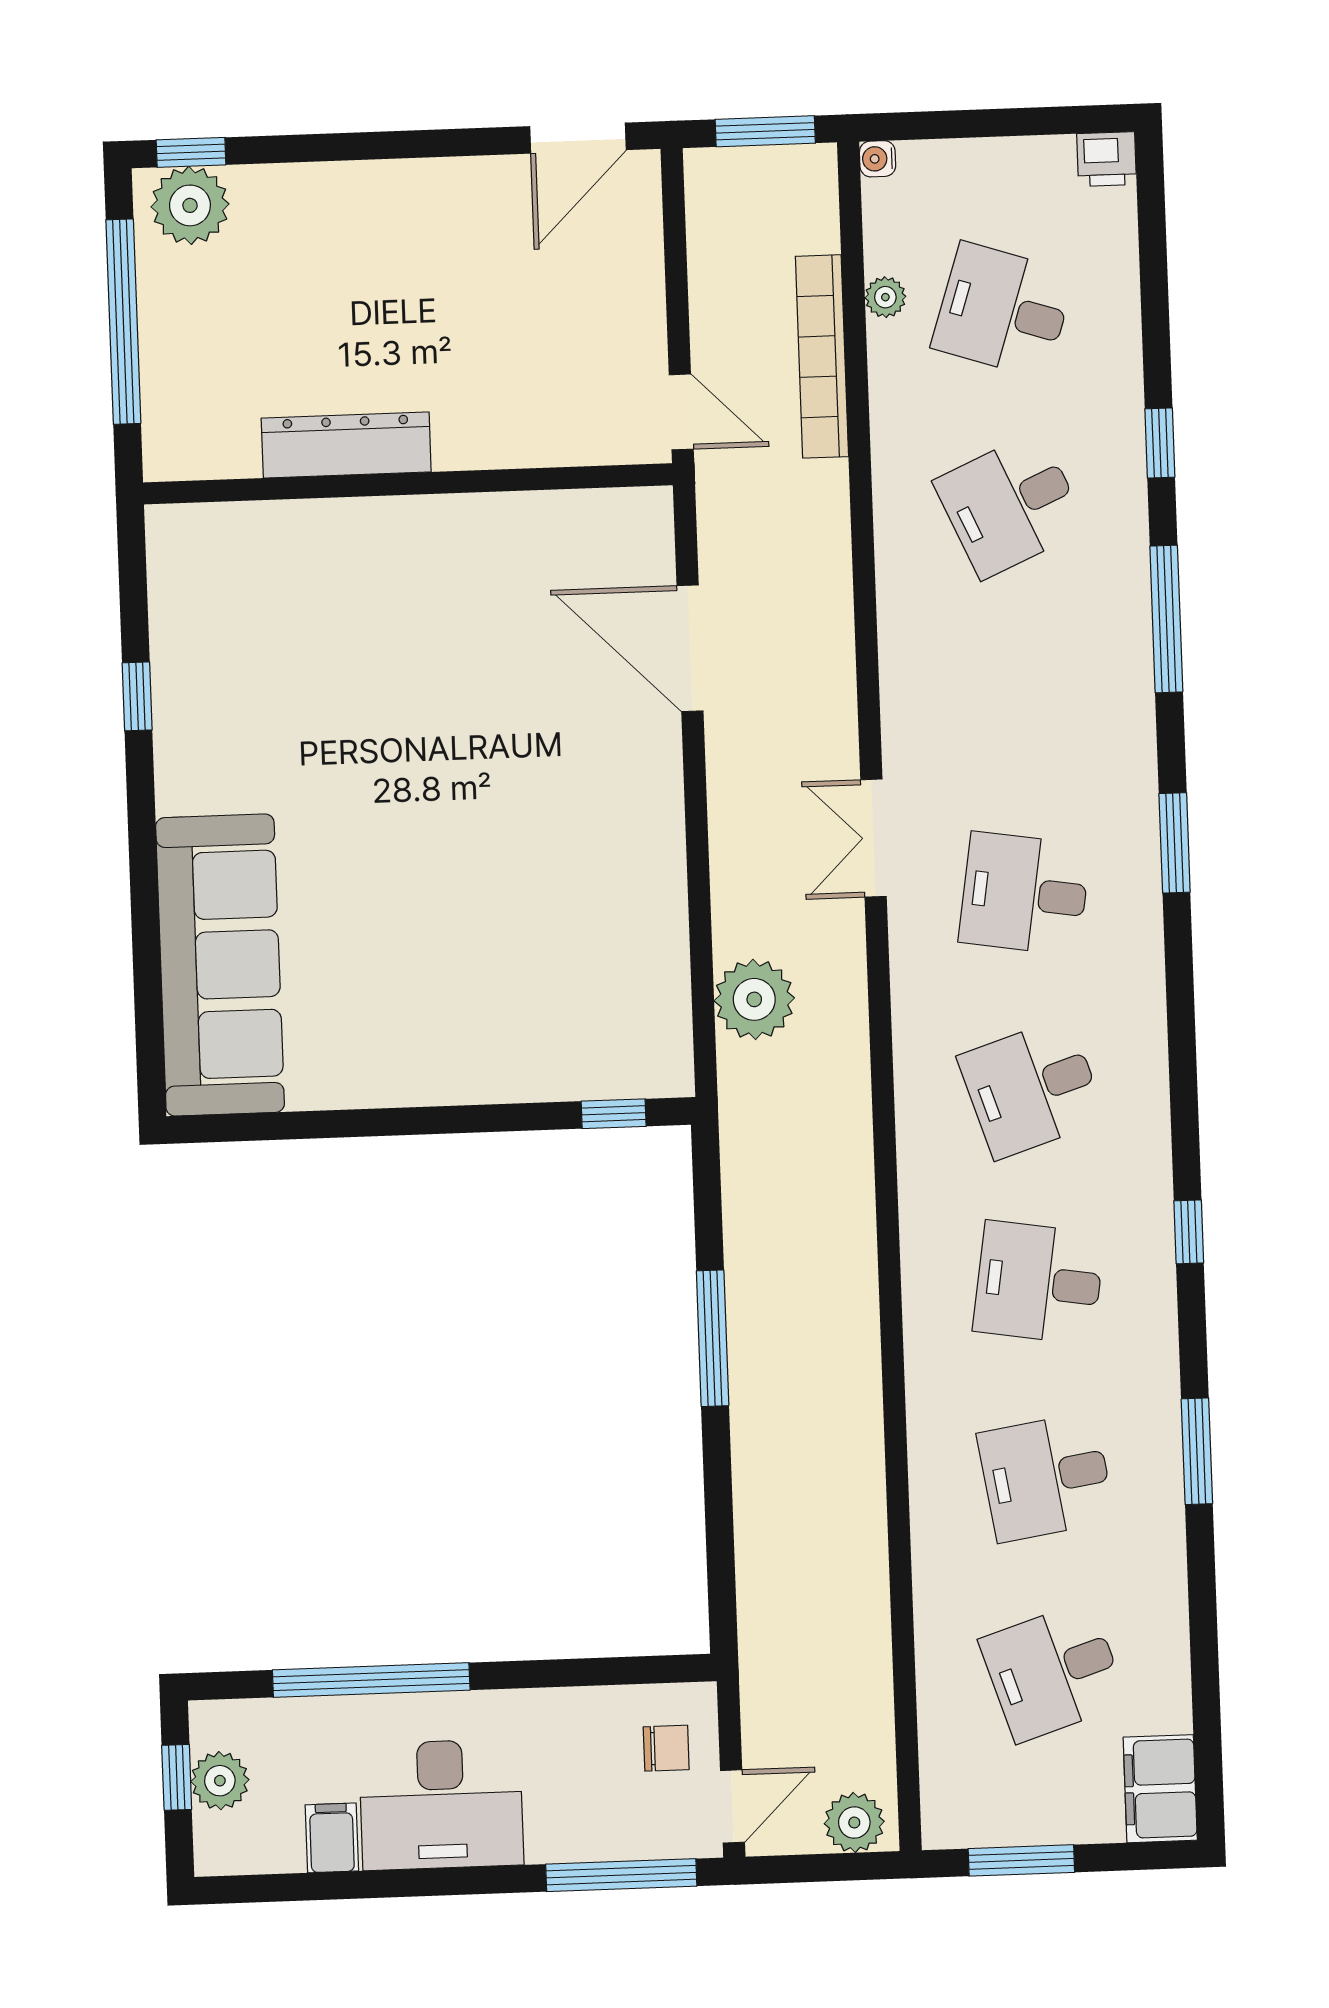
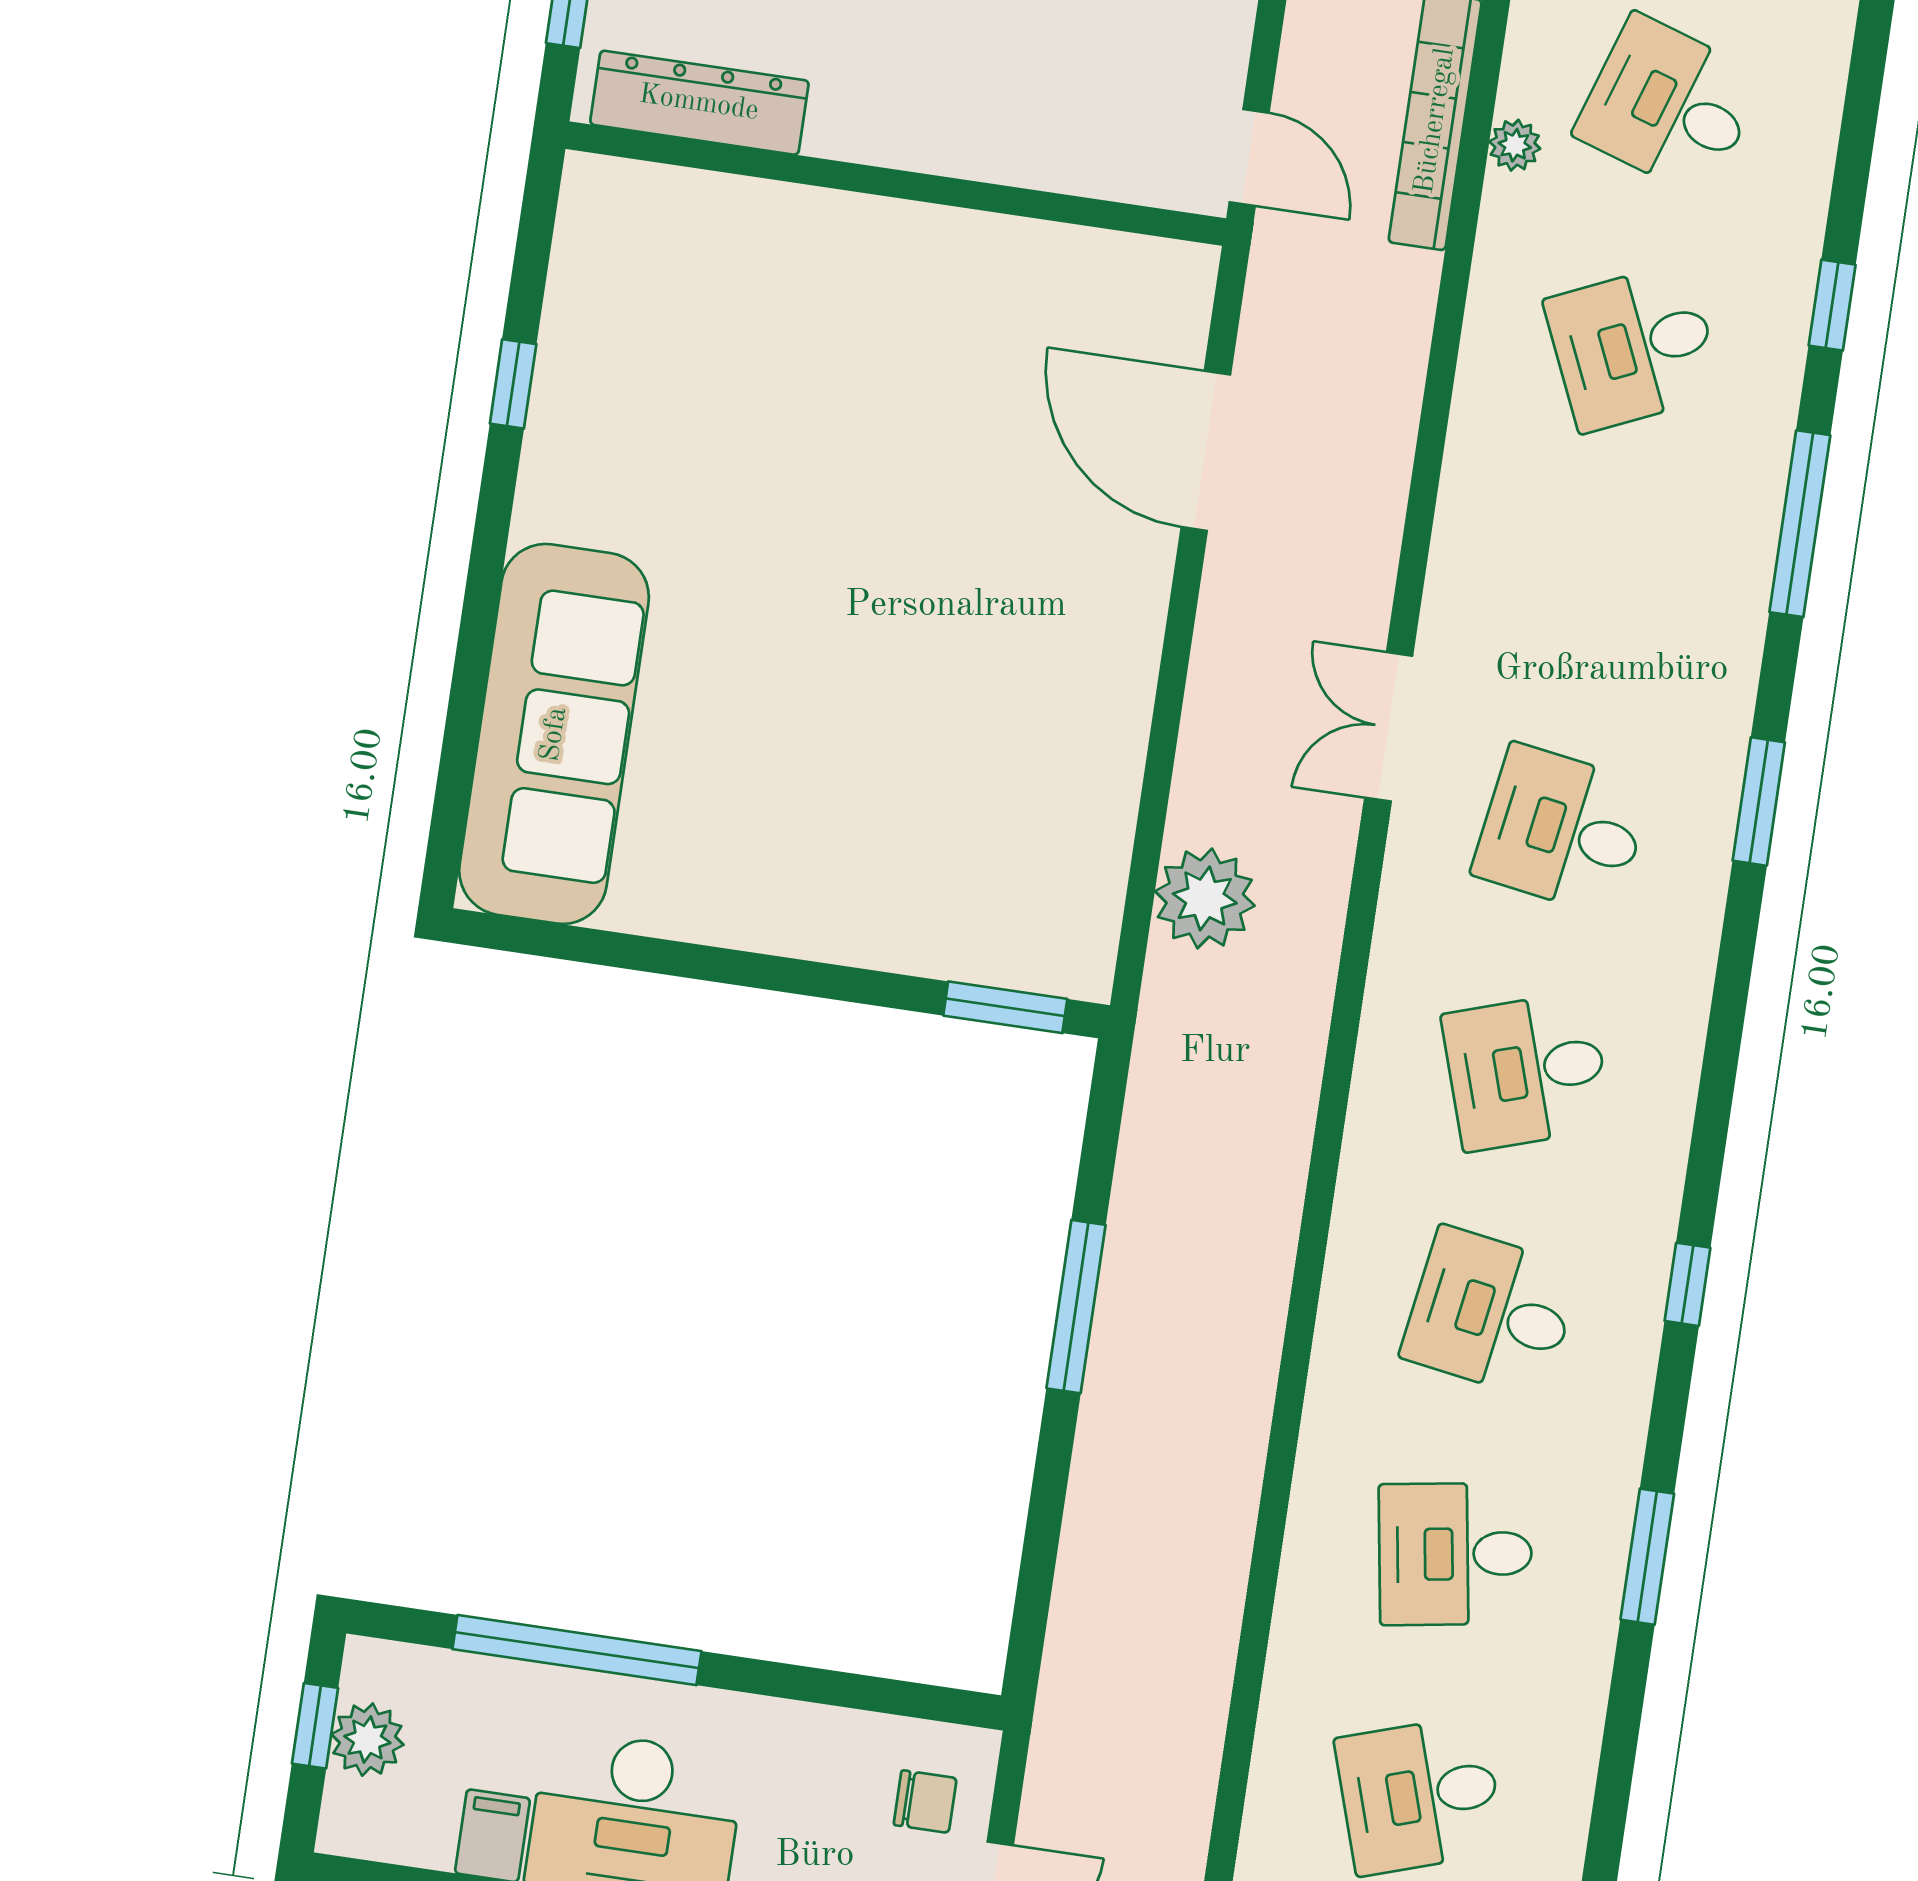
plant: (885, 297) -> (1515, 145), moved
dresser: (346, 445) -> (699, 103), moved
window: (614, 1114) -> (1005, 1007), width x1.50

